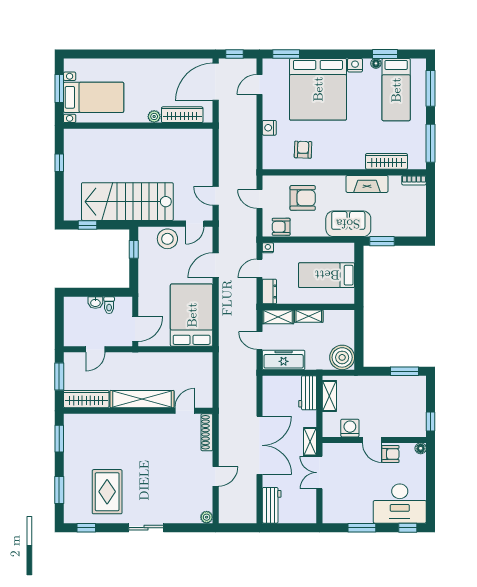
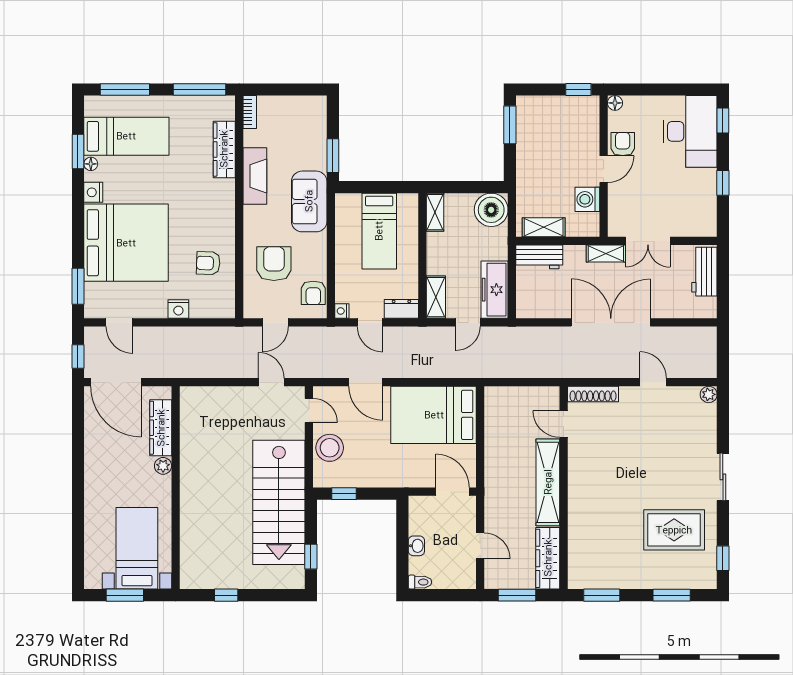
door: (216, 196) -> (271, 382), swing flipped
toilet: (109, 305) -> (420, 582), moved
shelving: (309, 316) -> (435, 212), moved
workbench: (272, 505) -> (704, 272), moved, turned -90
window: (362, 528) -> (723, 183), width x0.67

